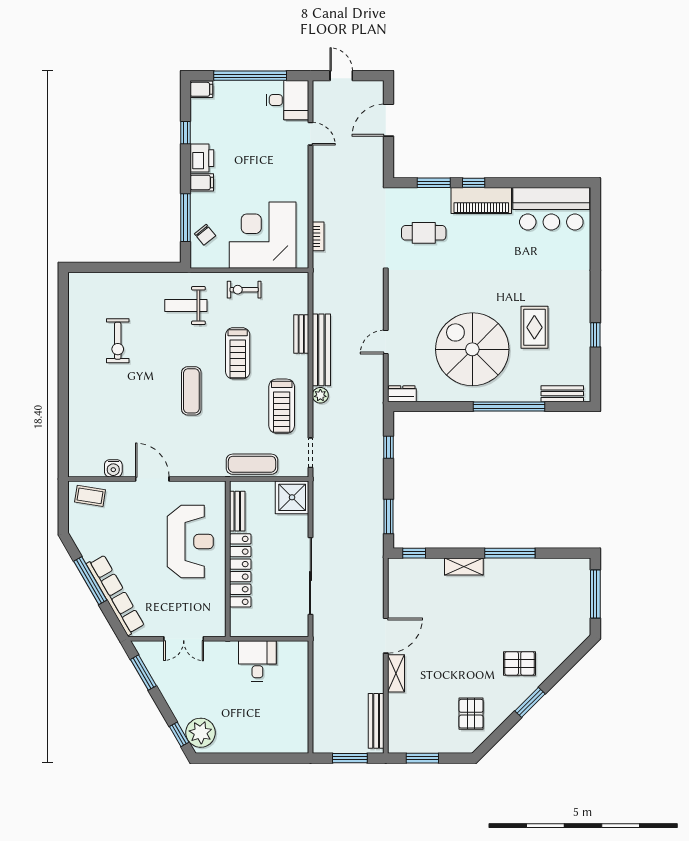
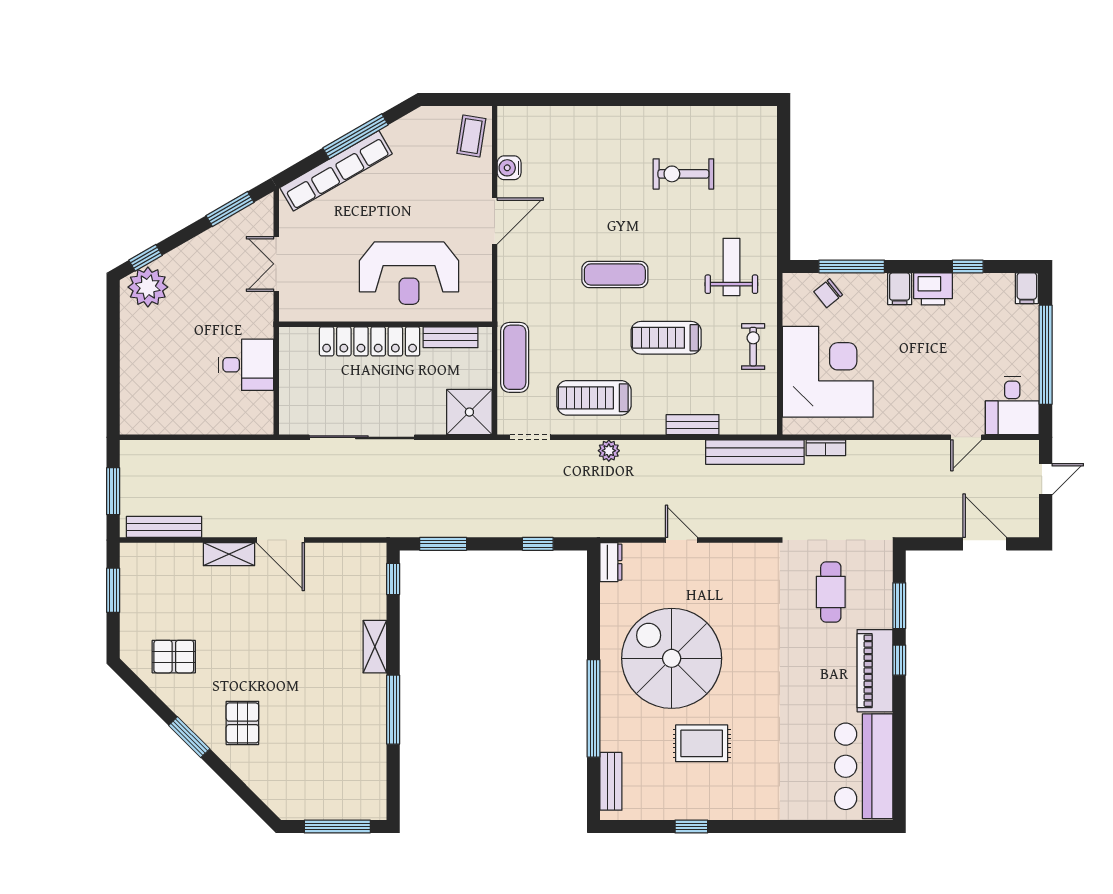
spiral stairs: (472, 349) -> (672, 658), turned -90
bench: (321, 350) -> (755, 452), moved

